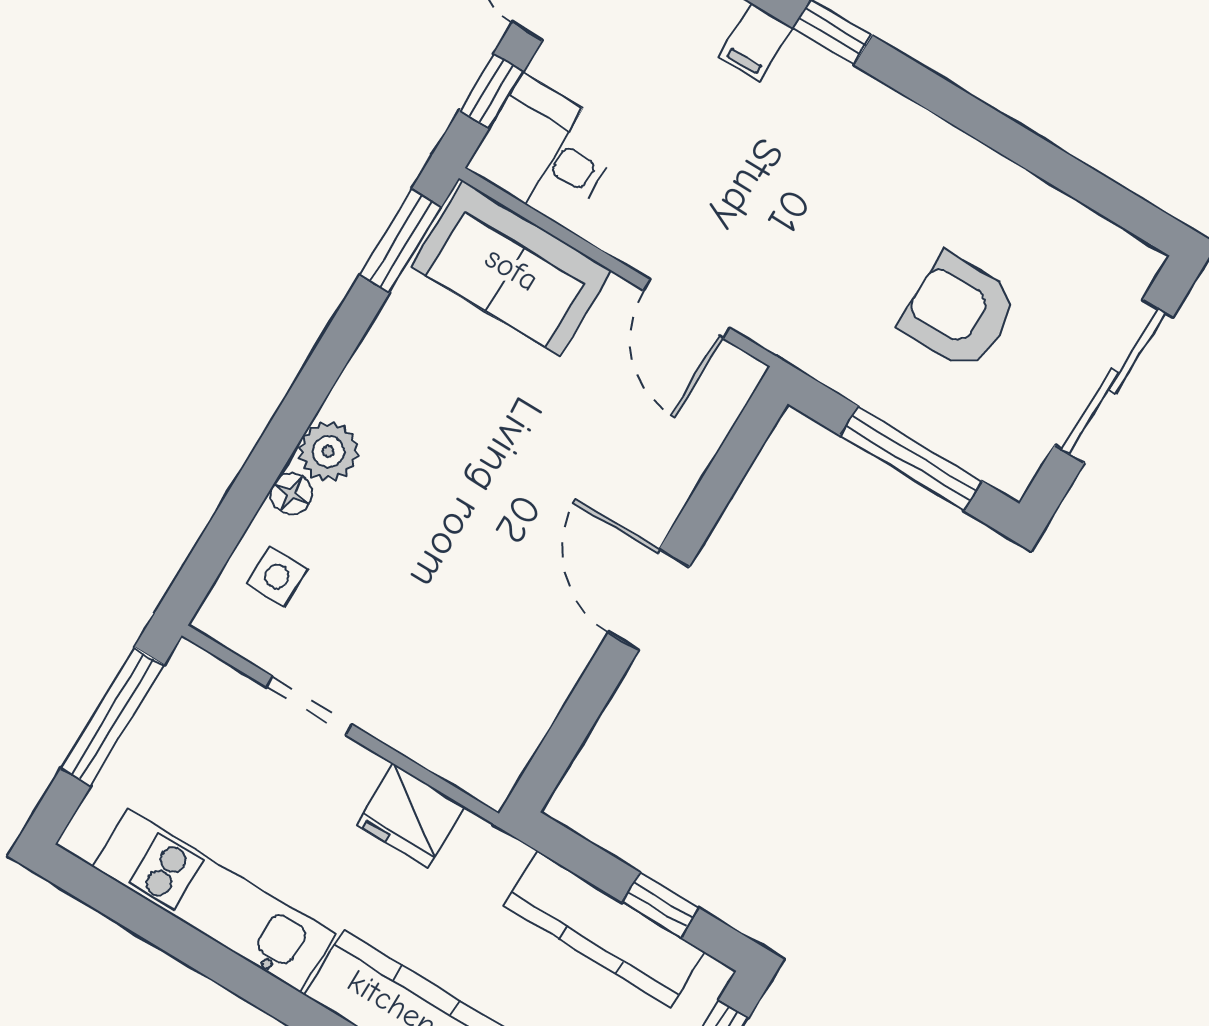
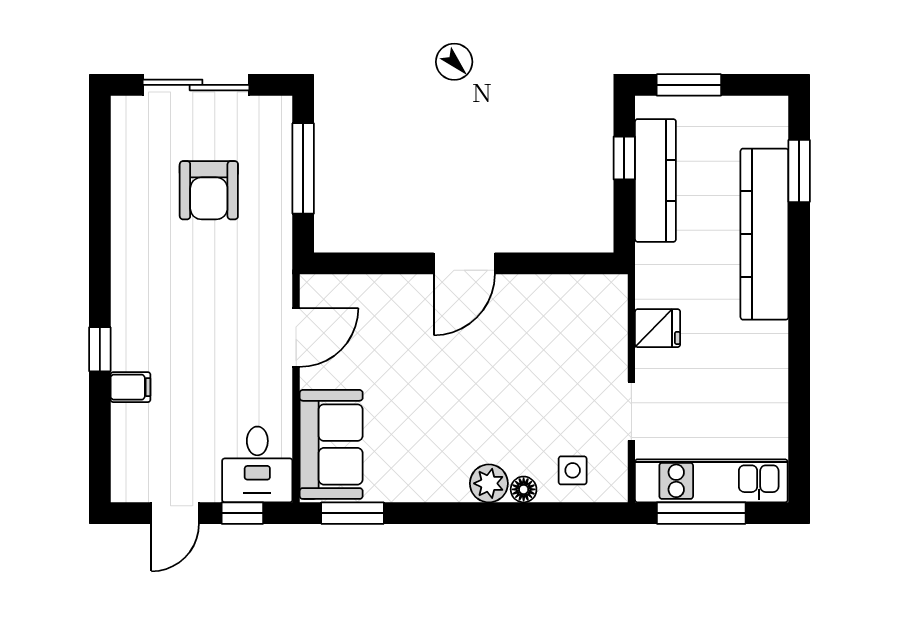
fridge: (411, 816) -> (658, 328), width x0.72
kitchen unit: (214, 900) -> (711, 481), moved, turned 90

